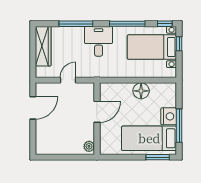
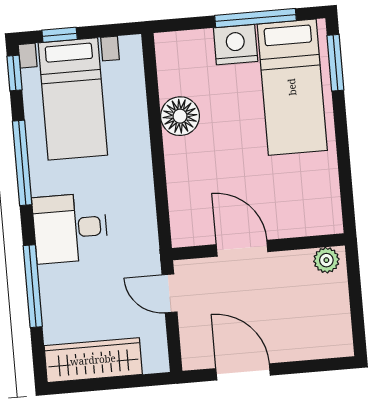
door: (97, 112) -> (242, 248), moved
wall: (97, 119) -> (258, 247), moved
plant: (89, 146) -> (326, 260), moved

